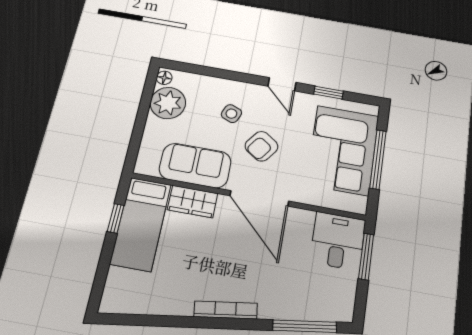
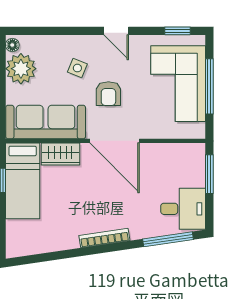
window: (328, 93) -> (178, 31), moved
armchair: (261, 146) -> (108, 94), turned -35
sofa: (195, 166) -> (46, 122), width x1.36
desk: (338, 241) -> (183, 209), moved, turned 90

